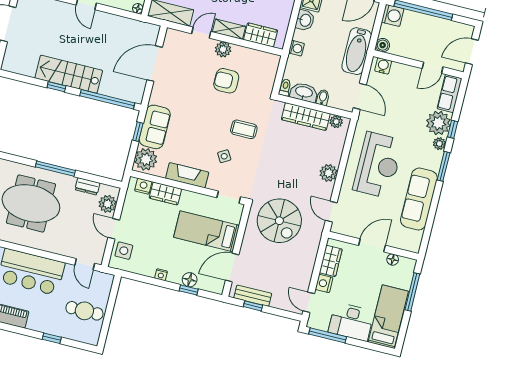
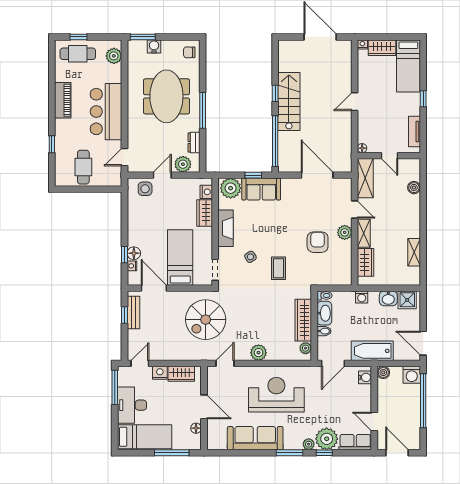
reception desk: (378, 165) -> (276, 395), turned 180
nightstand: (161, 275) -> (132, 266), moved

